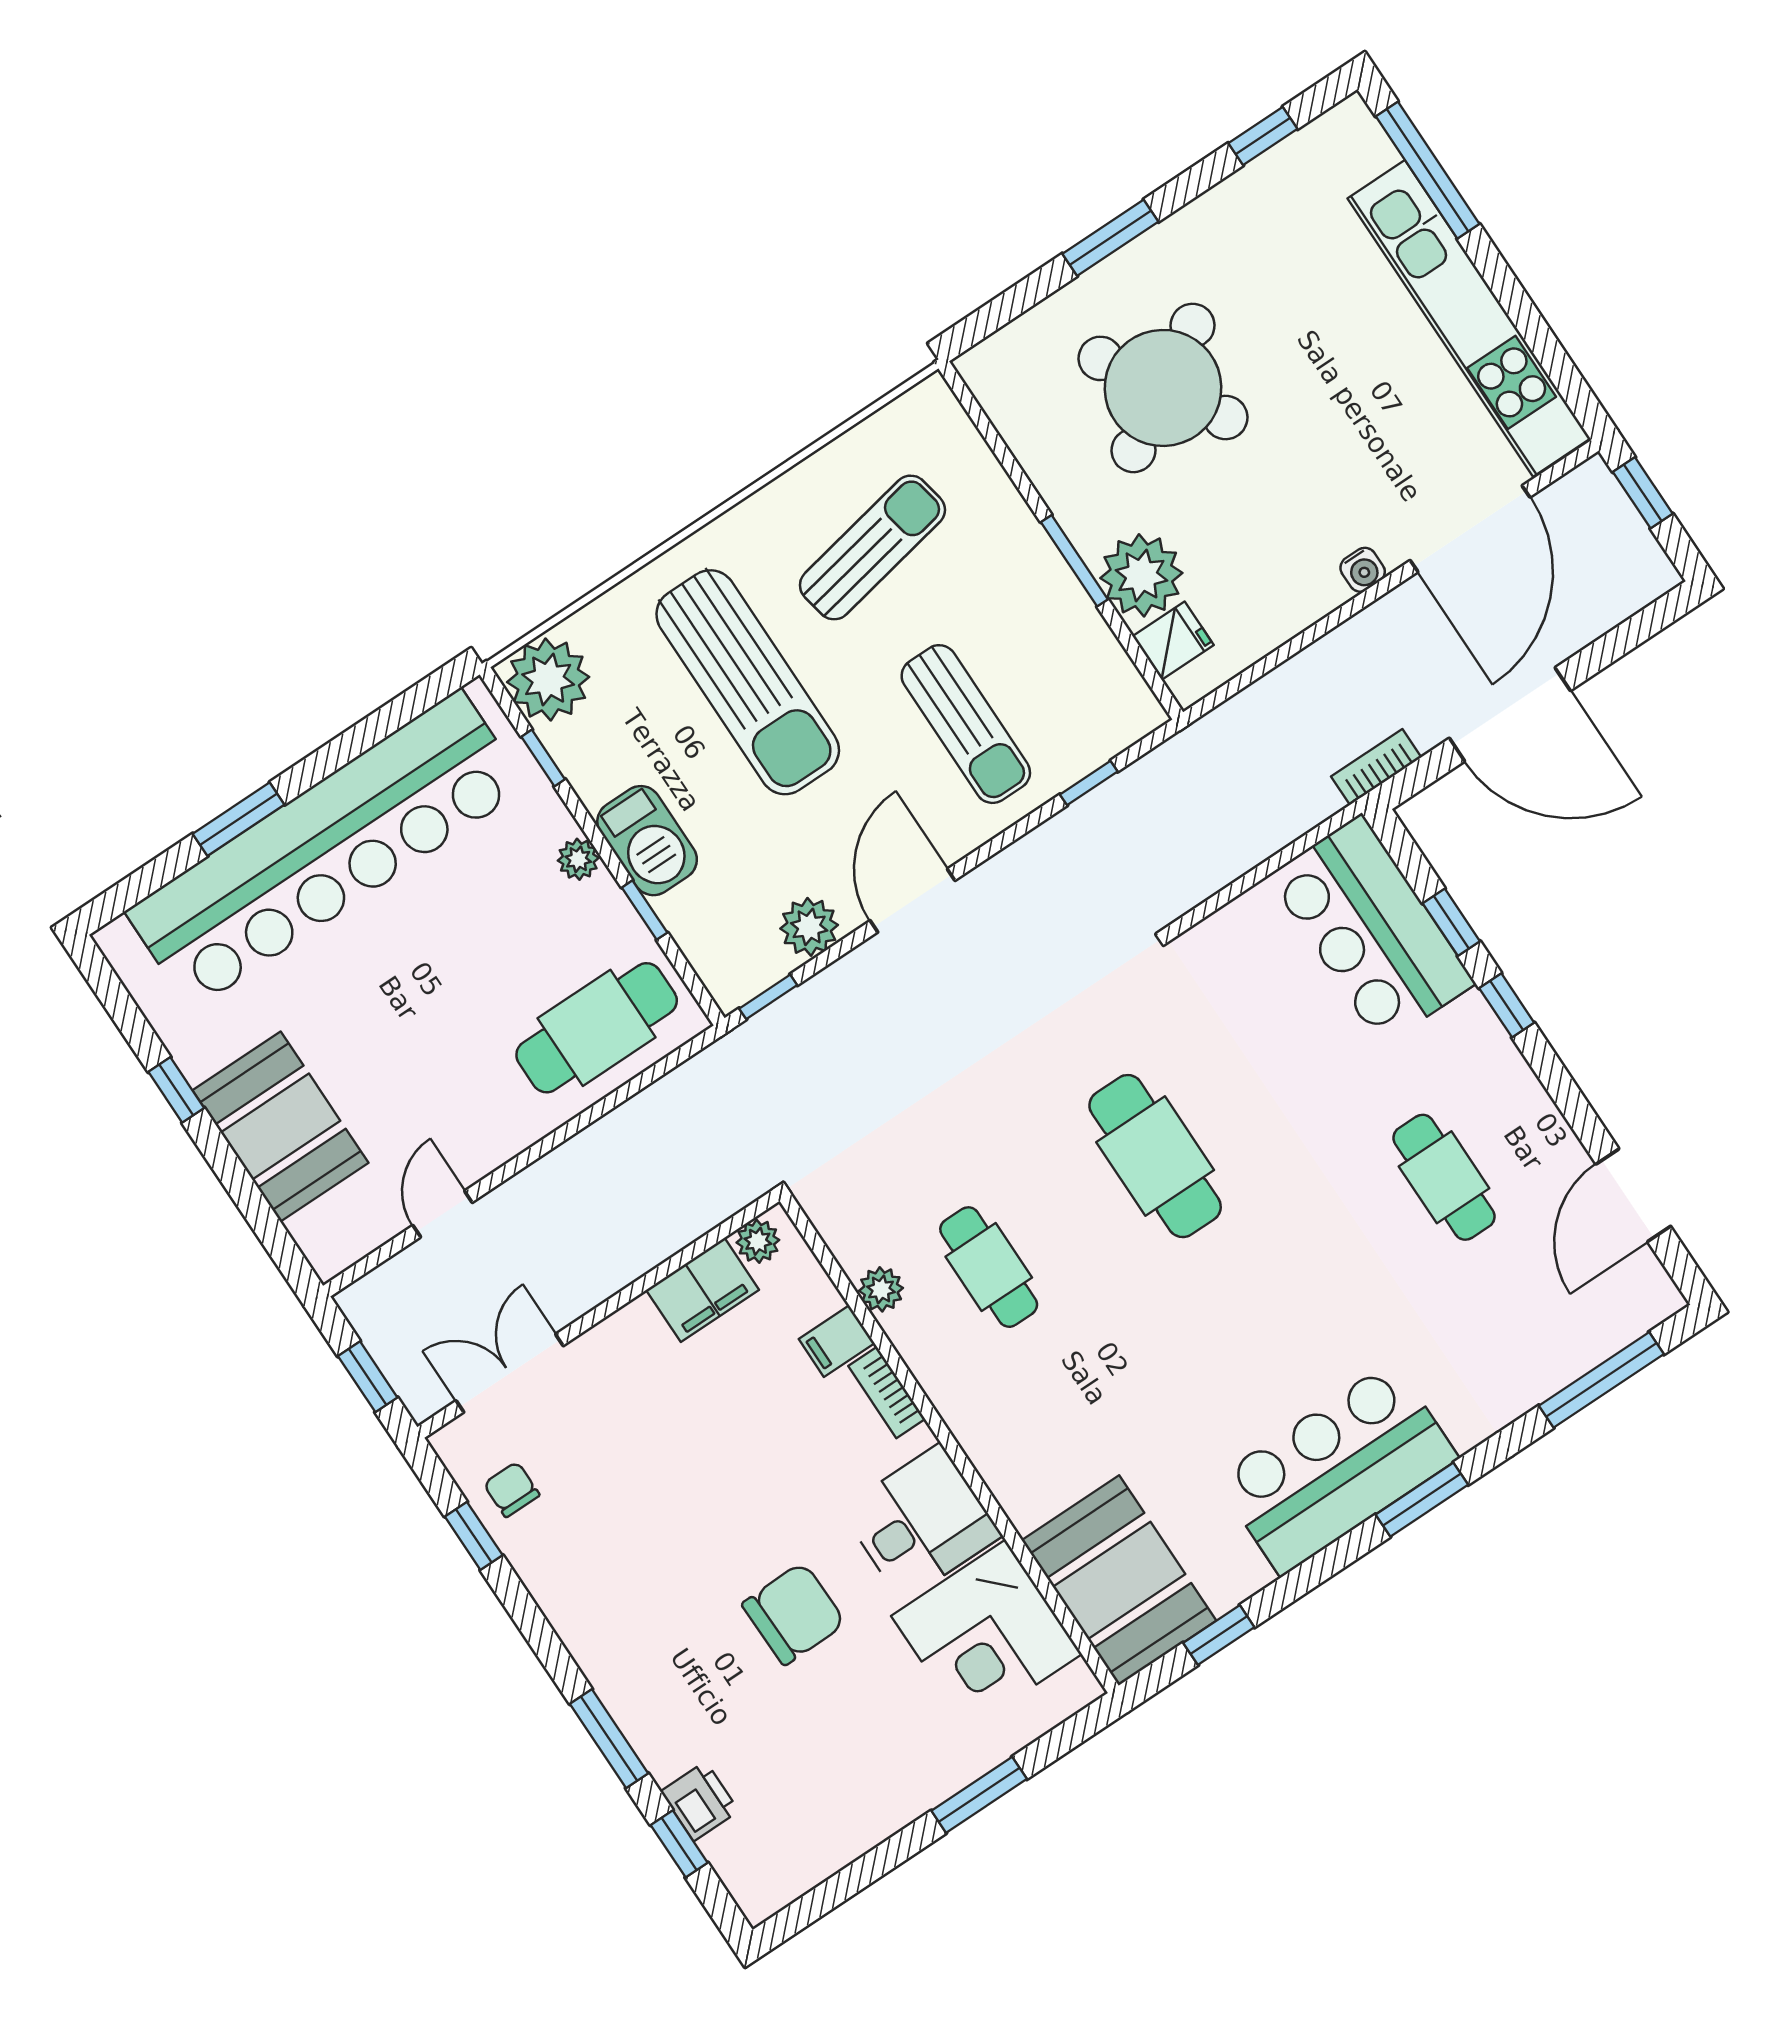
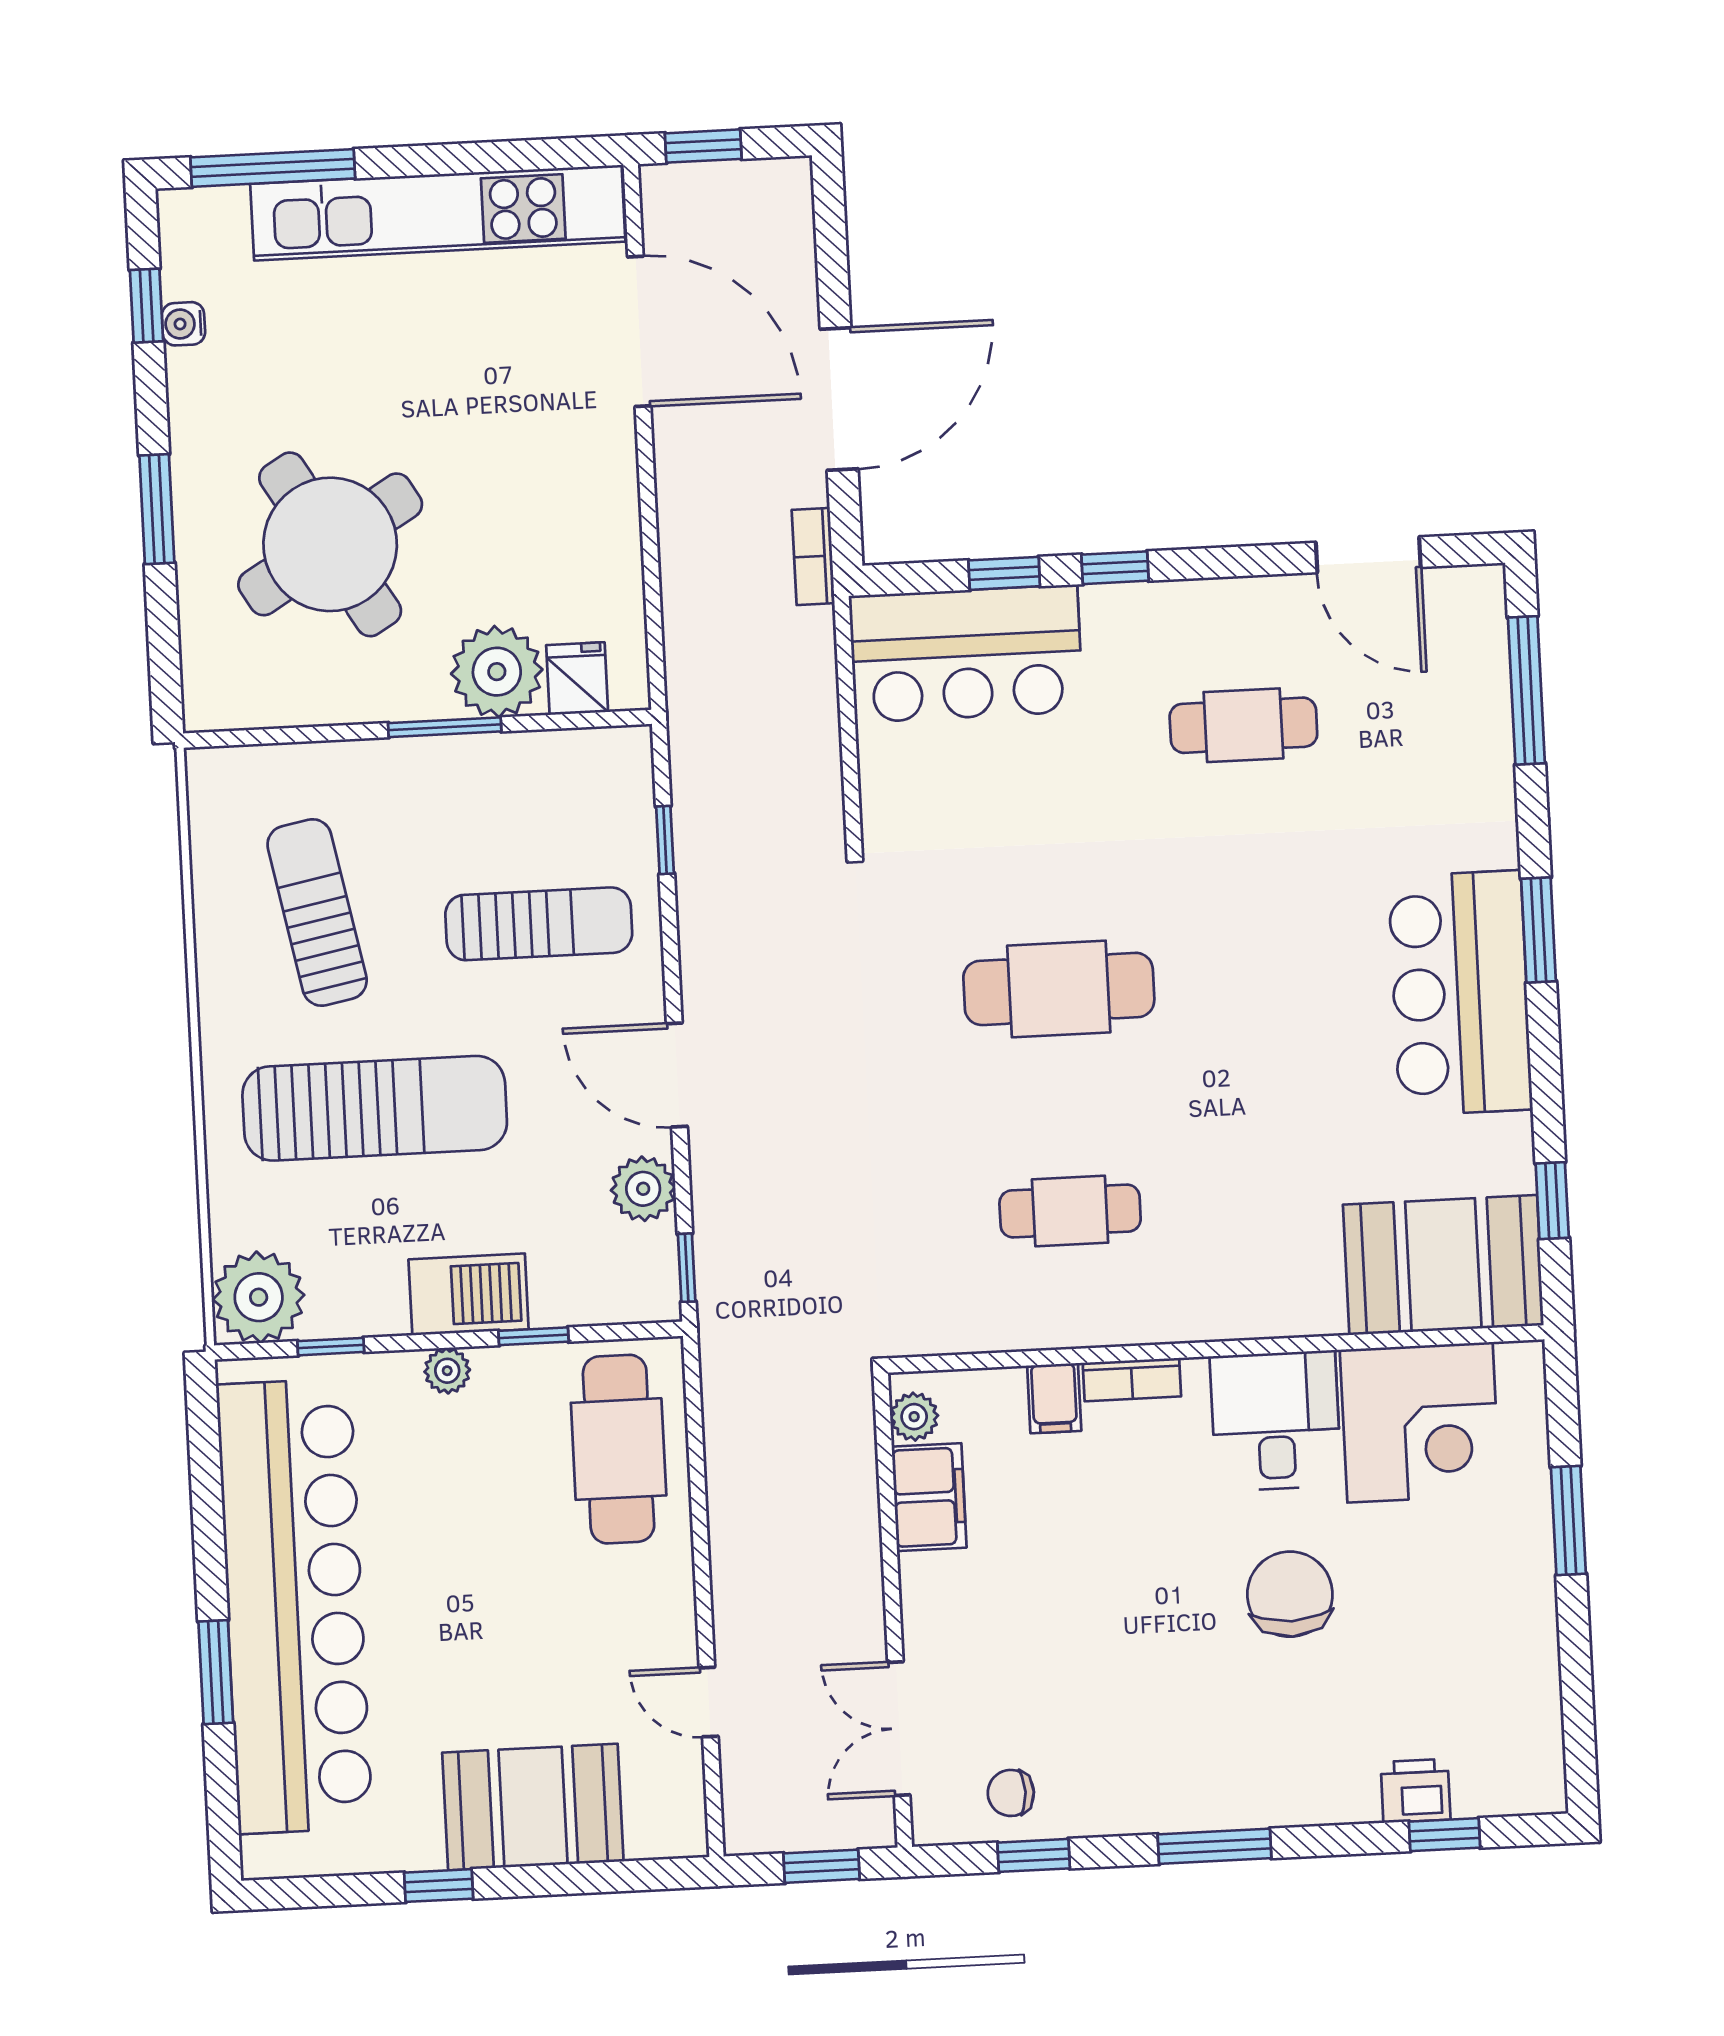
water cooler: (1363, 570) -> (183, 324), moved, turned 180
plant: (881, 1289) -> (1030, 1327), removed
window: (609, 1739) -> (1214, 1846), moved

